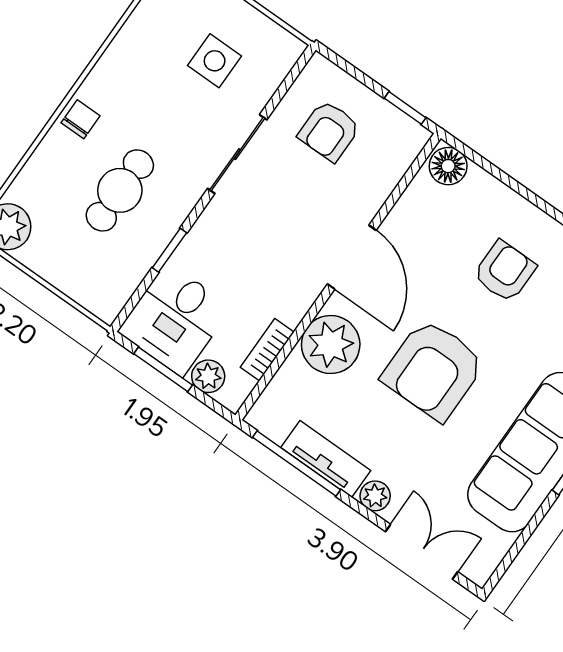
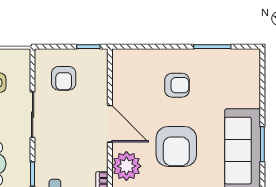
floor lamp: (448, 166) -> (123, 58), removed
armchair: (505, 271) -> (177, 85), turned 90

